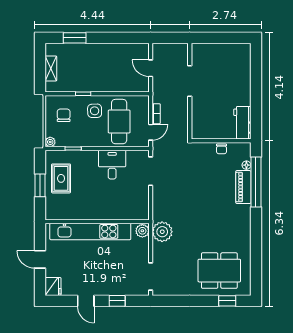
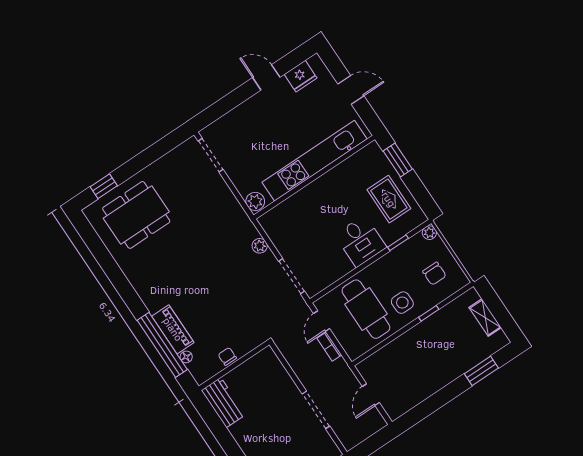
door: (151, 68) -> (371, 395), swing flipped
desk: (112, 165) -> (361, 241), moved
window: (40, 185) -> (398, 160), moved
plant: (162, 232) -> (260, 246), moved, width x0.53, depth x0.53
fridge: (53, 287) -> (301, 76), moved, turned -90
window: (117, 301) -> (230, 101), removed

